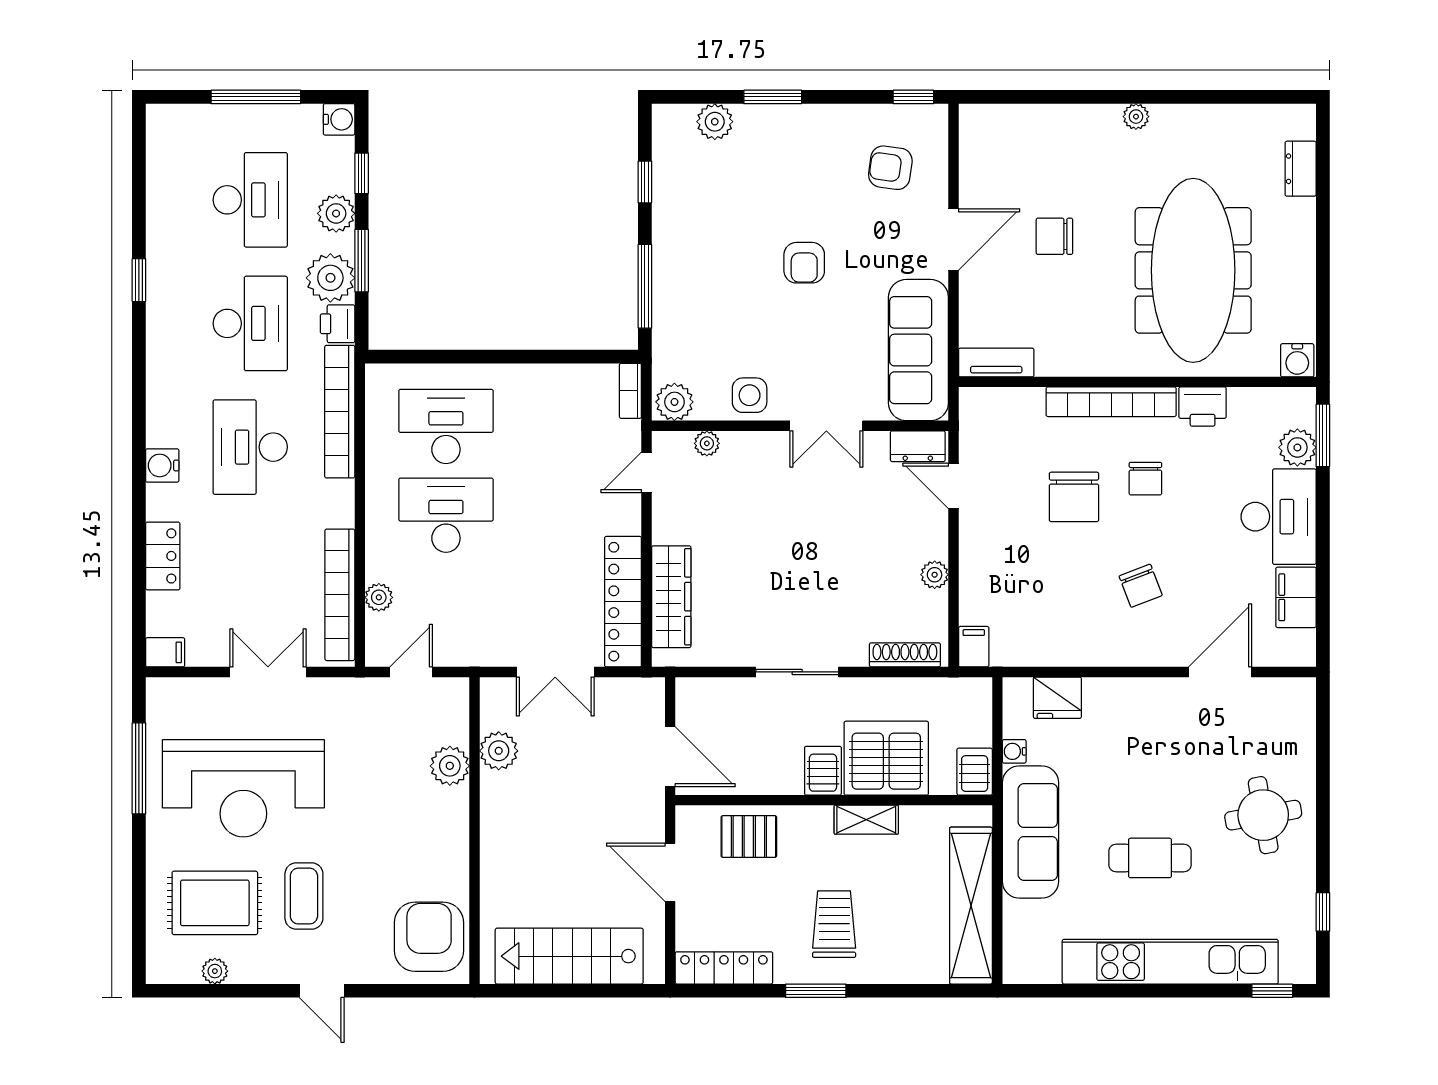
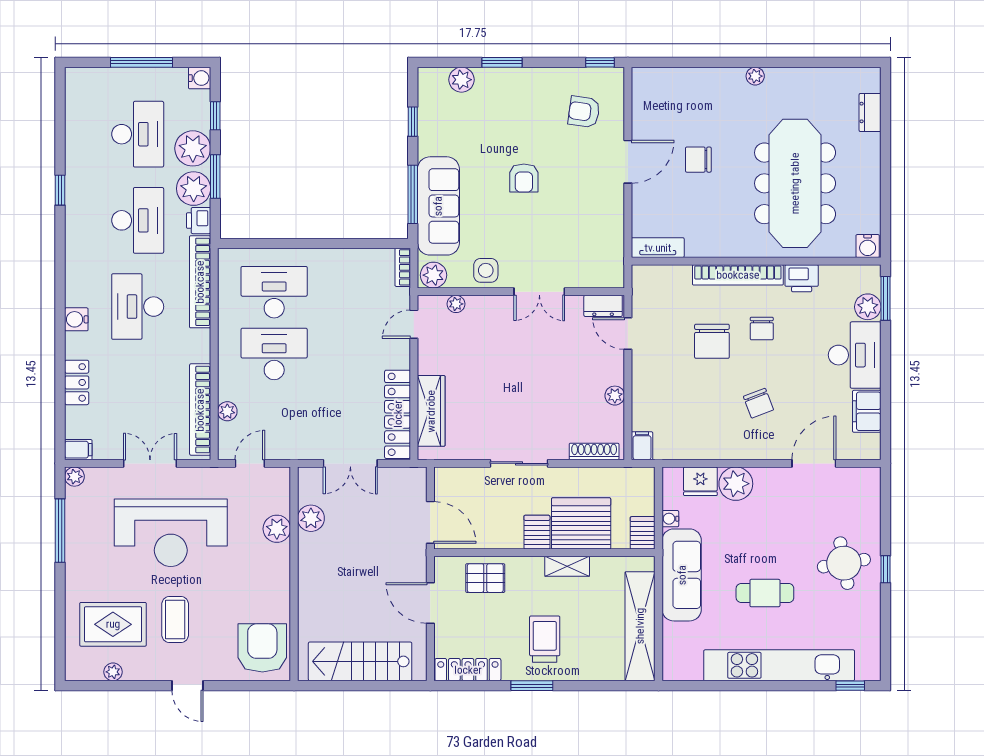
plant: (336, 213) -> (193, 148), width x1.36, depth x1.36
sofa: (918, 350) -> (438, 206), moved, turned 180
plant: (160, 691) -> (74, 477), added
plant: (1108, 701) -> (736, 484), added
reception desk: (243, 788) -> (171, 533), moved
window: (1323, 912) -> (885, 569), moved

